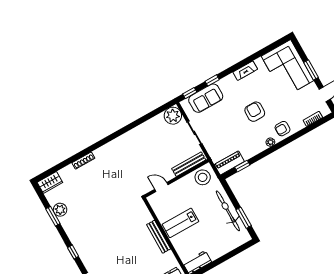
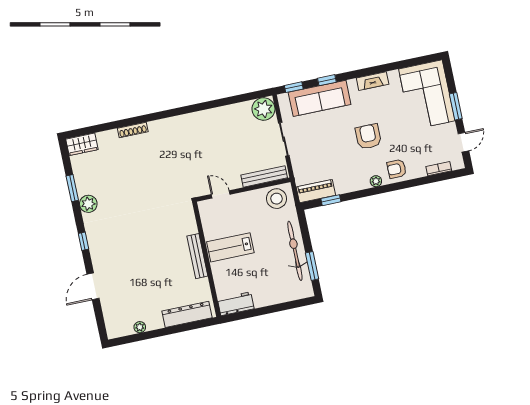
sofa: (206, 98) -> (320, 98), width x1.36
plant: (60, 210) -> (88, 204), moved

